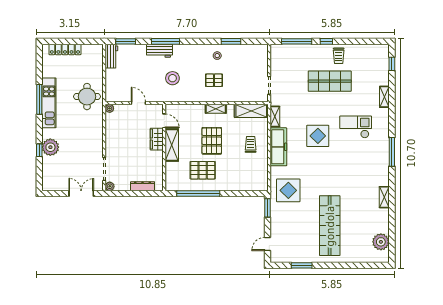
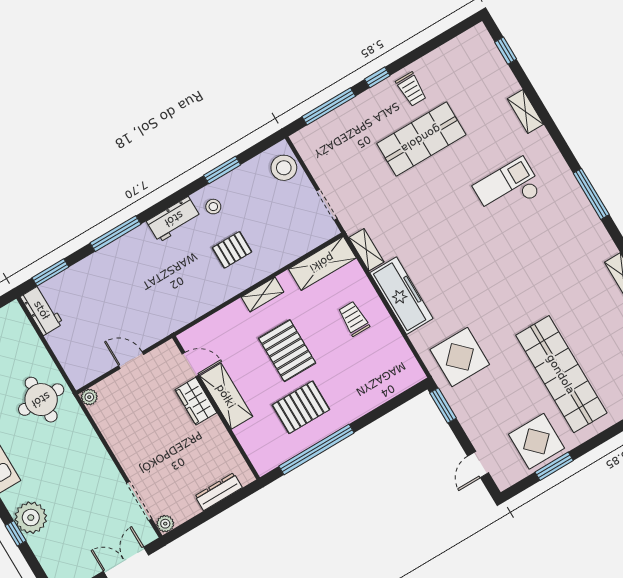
workbench: (159, 51) -> (174, 219), moved
stool: (172, 78) -> (284, 168), moved
display table: (318, 136) -> (536, 441), moved

